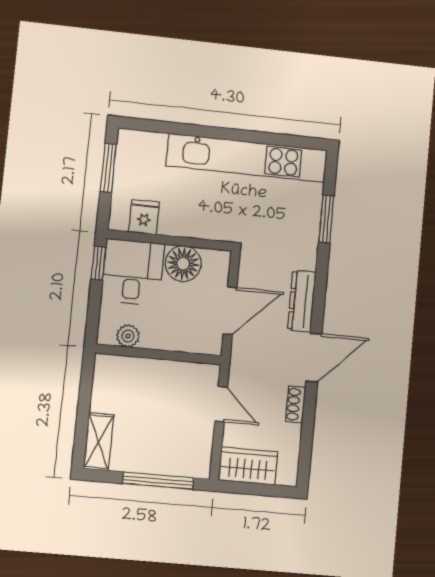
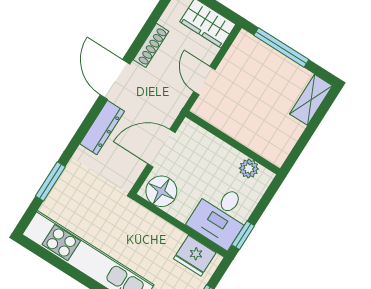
fridge: (144, 217) -> (195, 256), width x1.38
floor lamp: (183, 264) -> (161, 191), moved
door: (314, 358) -> (115, 80), hinge flipped
shoe rack: (296, 404) -> (151, 45), width x1.43

